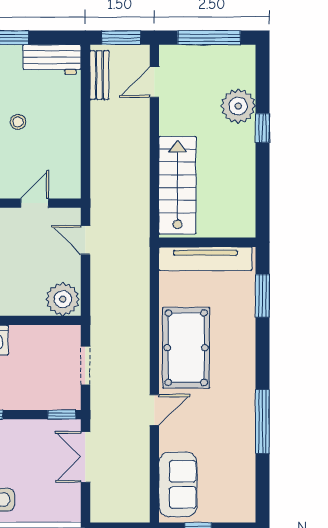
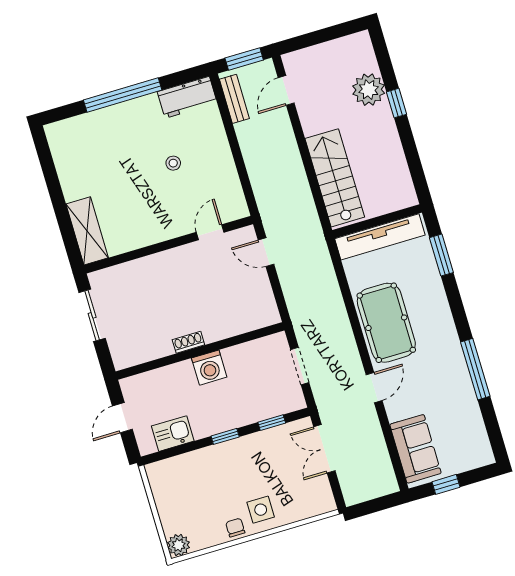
window: (209, 38) -> (324, 35), removed
plant: (63, 299) -> (261, 312), removed
window: (62, 415) -> (272, 423), moved

